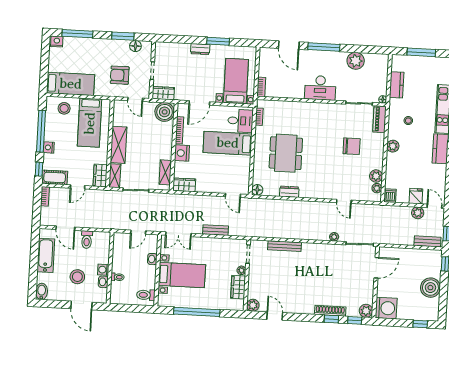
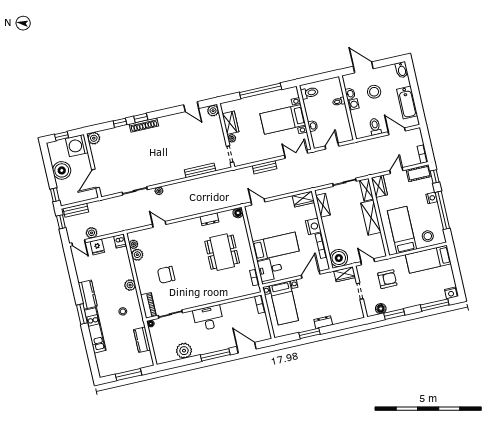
door: (376, 268) -> (95, 179), moved
wall: (376, 282) -> (93, 166), moved
washing machine: (386, 308) -> (77, 146), moved
plant: (366, 311) -> (94, 138), moved

